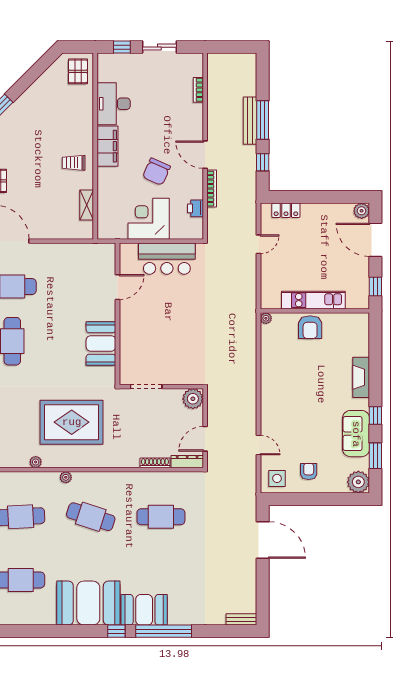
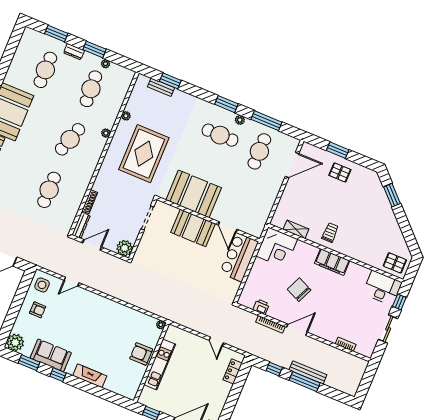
desk: (114, 104) -> (382, 288), moved
corner desk: (149, 219) -> (277, 248), moved, turned 90
bar counter: (167, 259) -> (239, 257), moved
booth: (136, 328) -> (193, 228), added
booth: (101, 343) -> (194, 194), width x1.36, depth x1.42
door: (205, 439) -> (92, 245), hinge flipped

